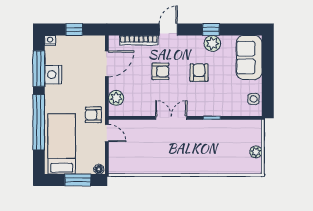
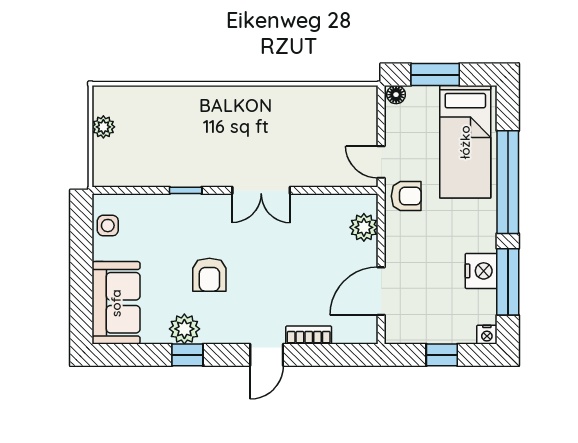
bookcase: (139, 40) -> (309, 335), width x0.64
armchair: (160, 71) -> (281, 277), removed

